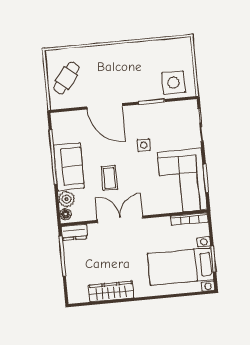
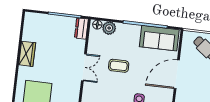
sofa: (69, 167) -> (159, 38), moved
double door: (120, 219) -> (84, 67), width x0.73
wardrobe: (111, 291) -> (27, 54), width x0.67

